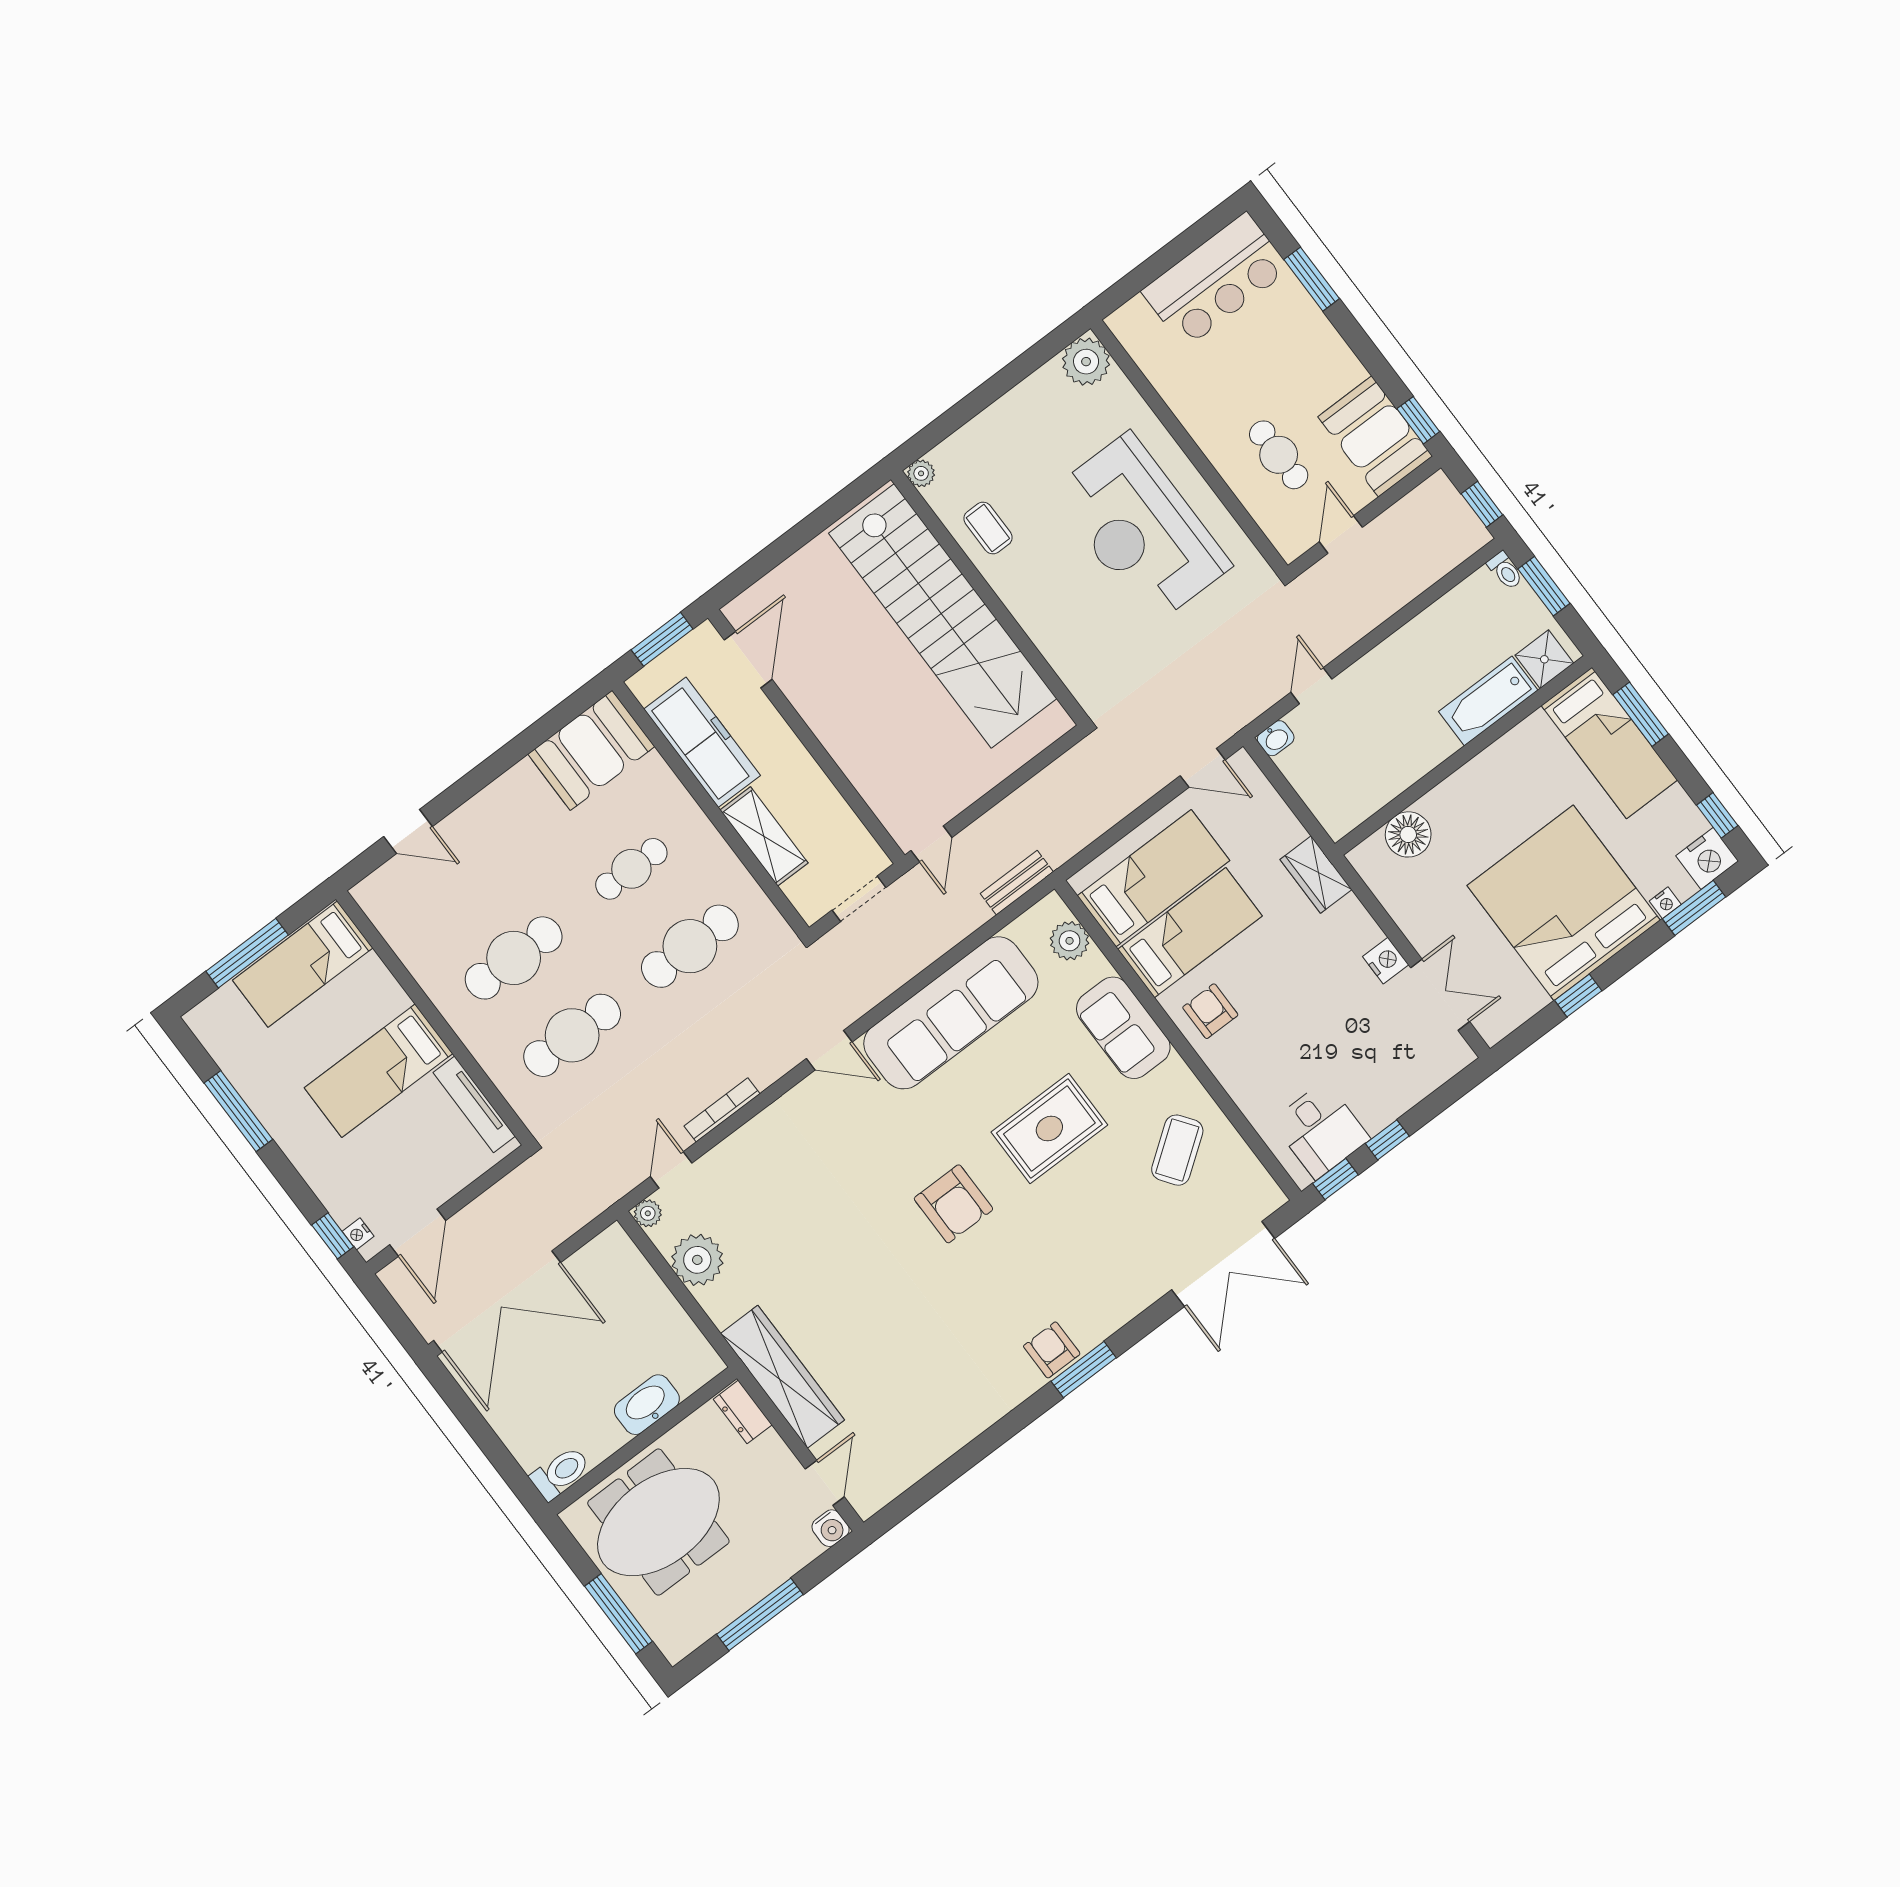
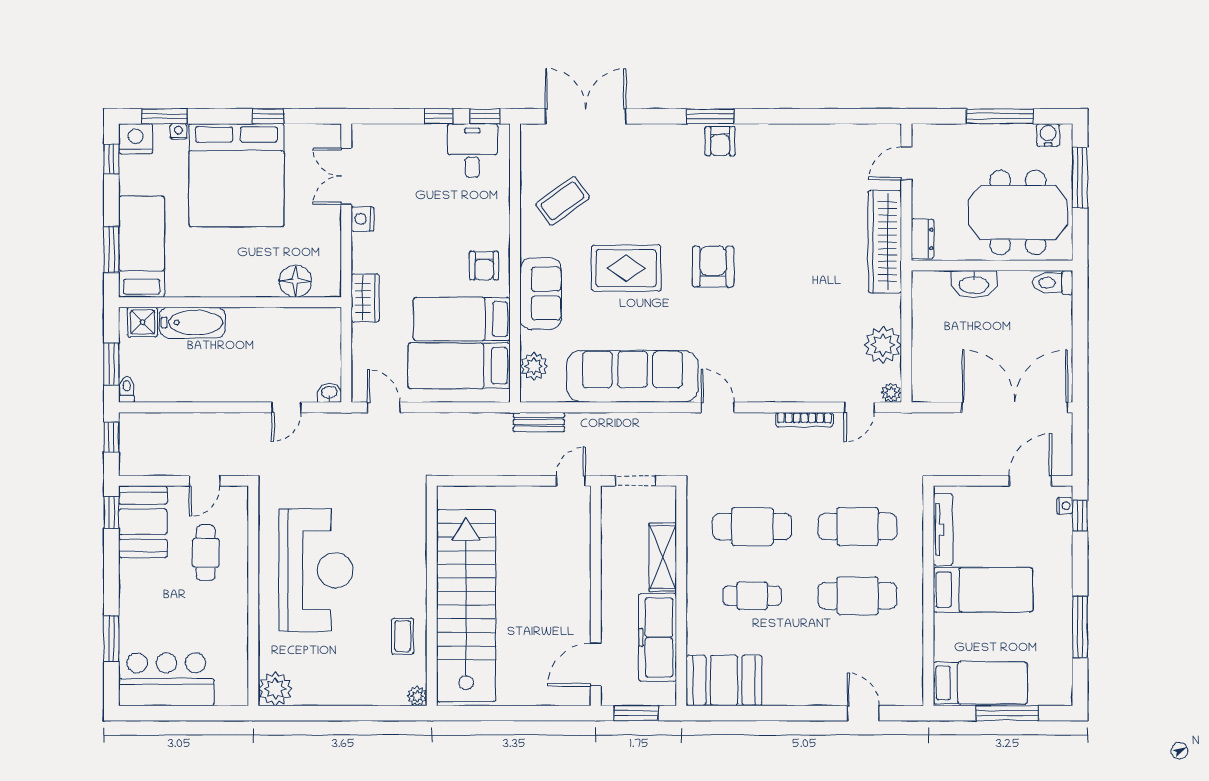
water cooler: (831, 1528) -> (1048, 135), moved

